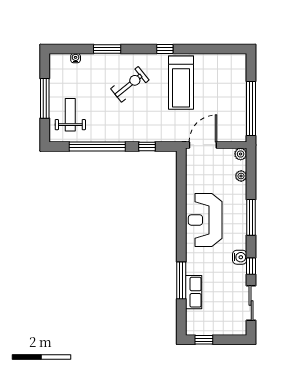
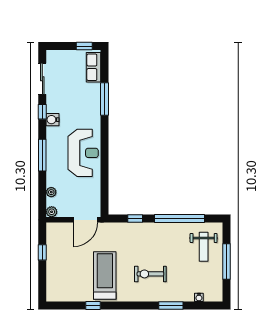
window: (165, 49) -> (93, 305), moved
exercise bike: (130, 84) -> (150, 274), turned 39
window: (251, 108) -> (42, 252), width x0.32
row of seats: (194, 292) -> (94, 67), moved

